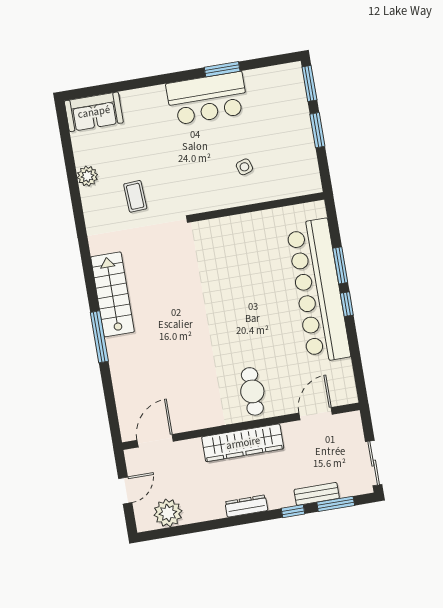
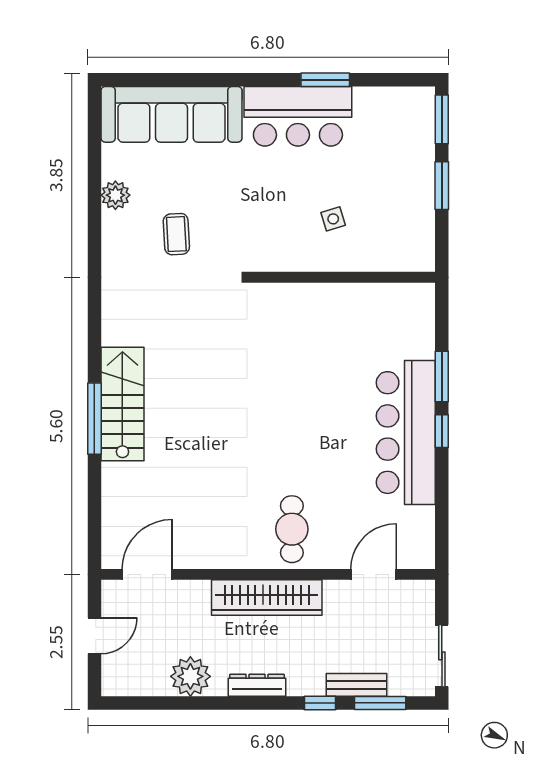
sofa: (94, 112) -> (171, 114), width x1.85, depth x1.27
bar counter: (318, 291) -> (406, 433), width x0.73
stairs: (113, 294) -> (122, 404), moved
plant: (168, 513) -> (190, 676), moved

